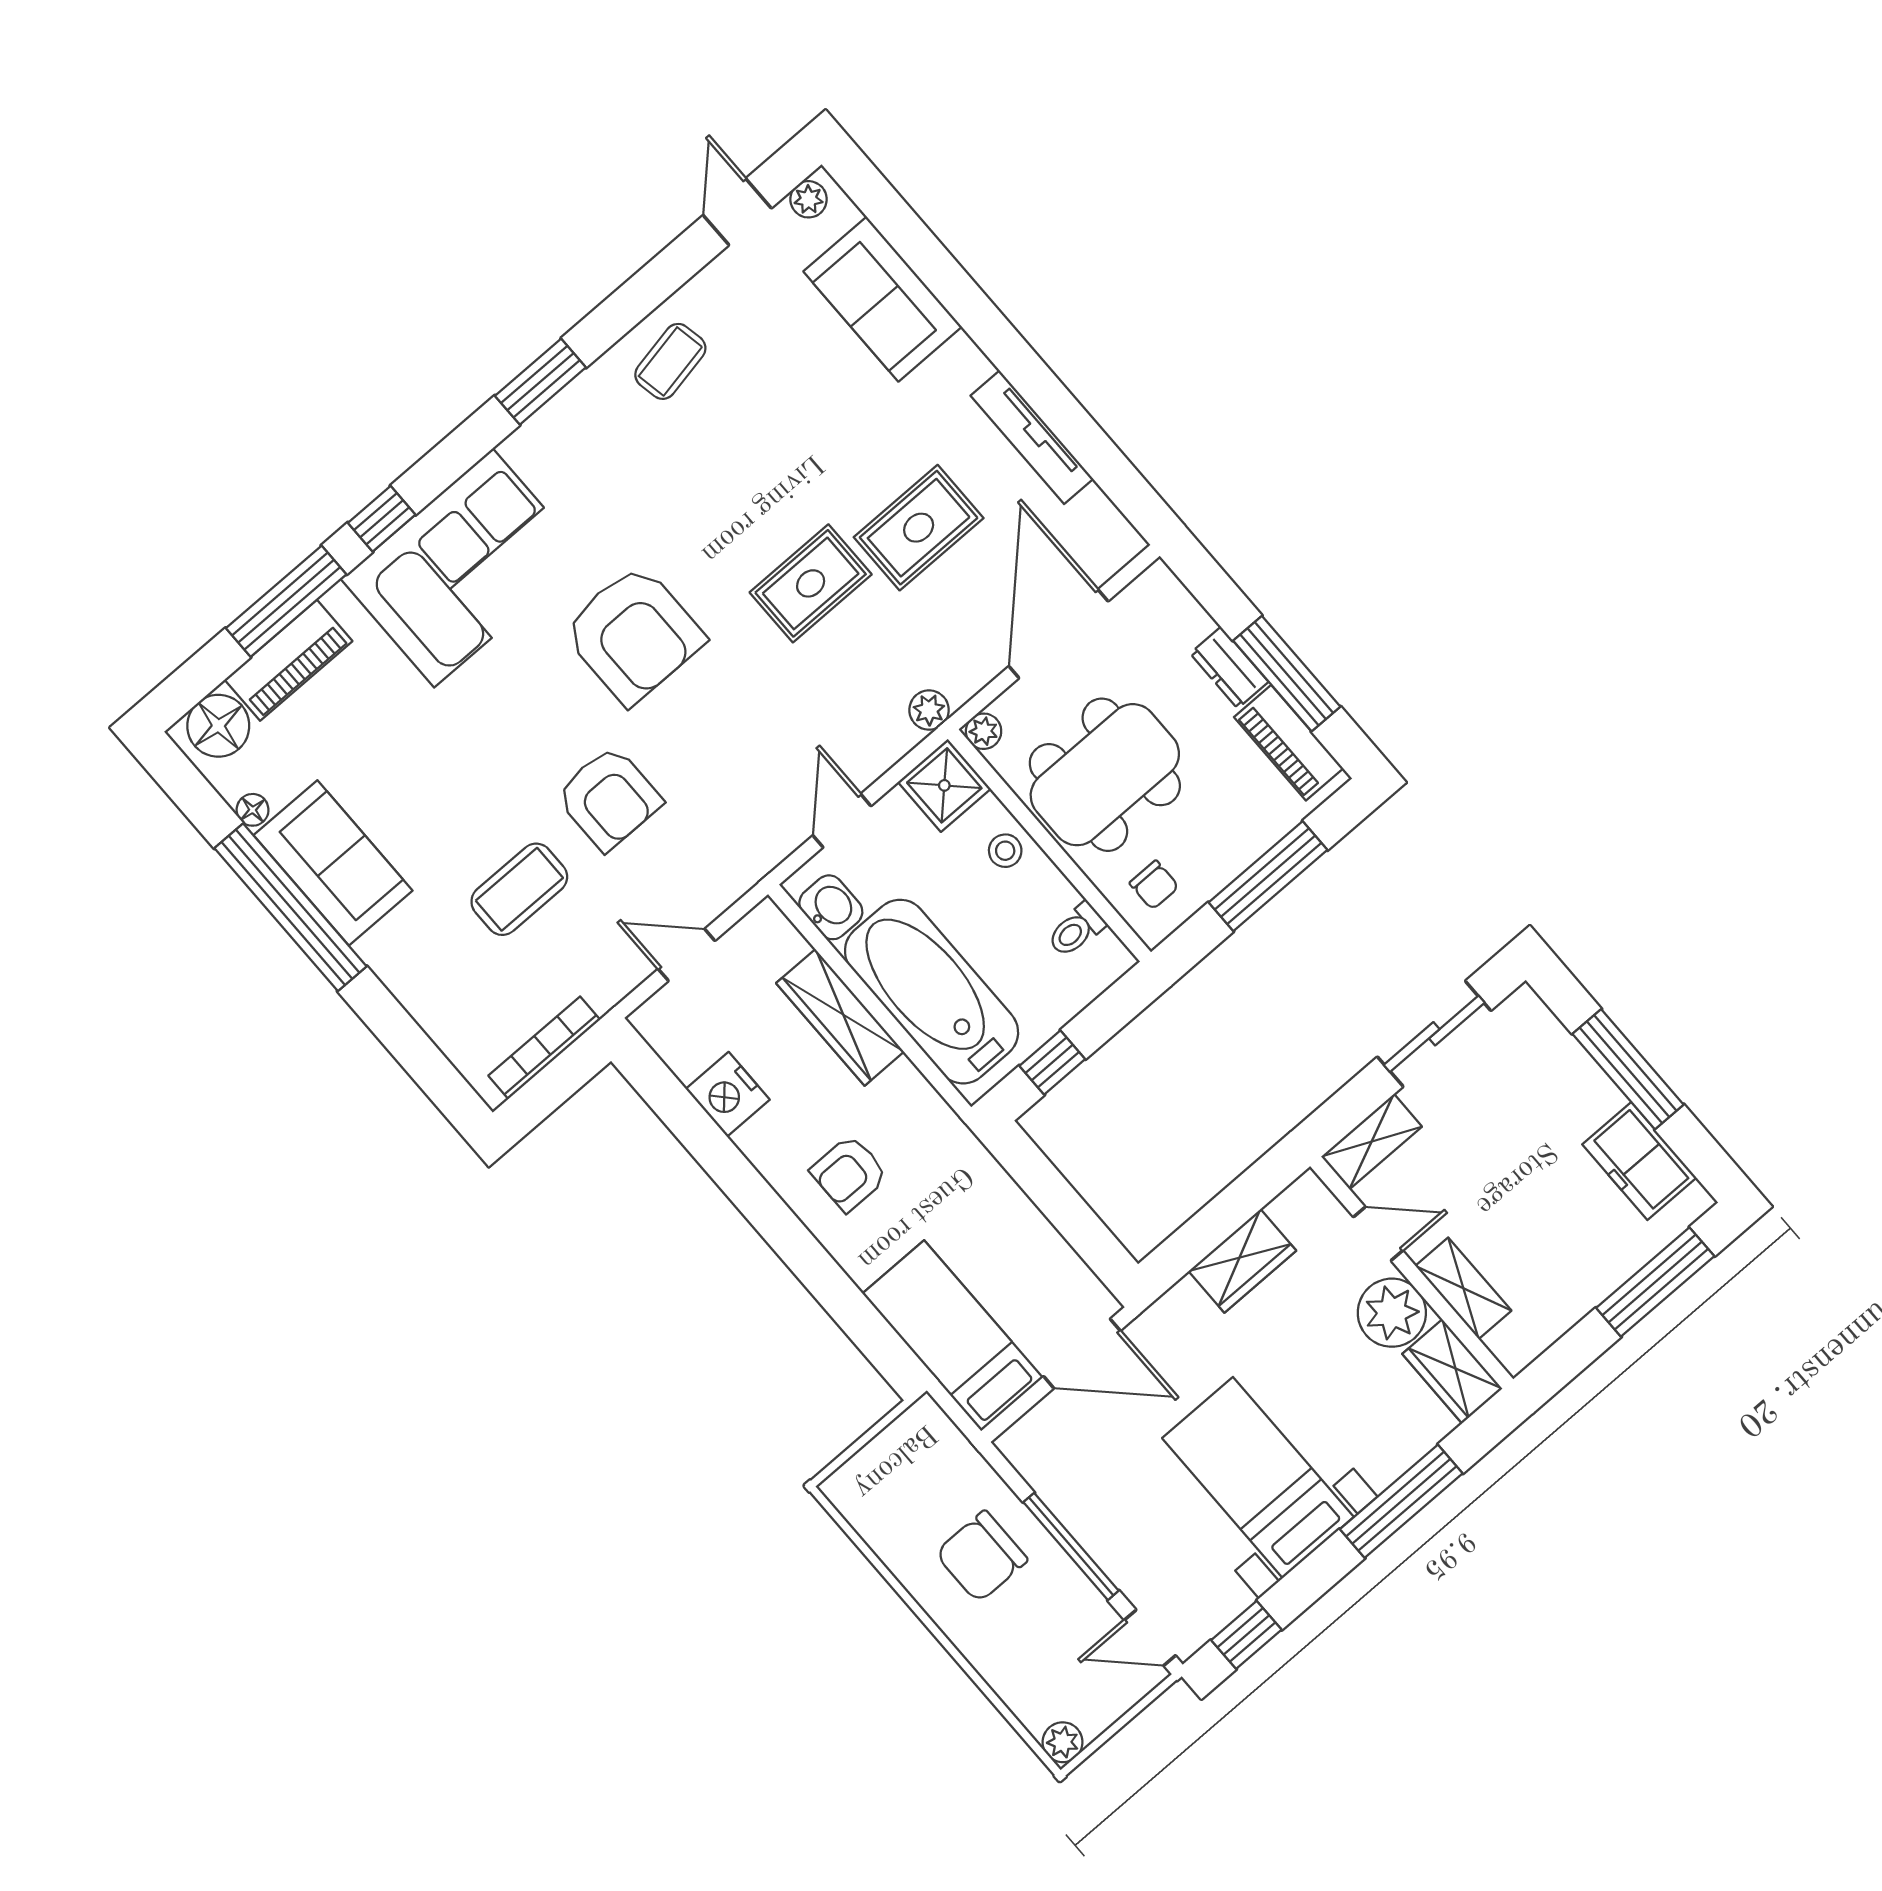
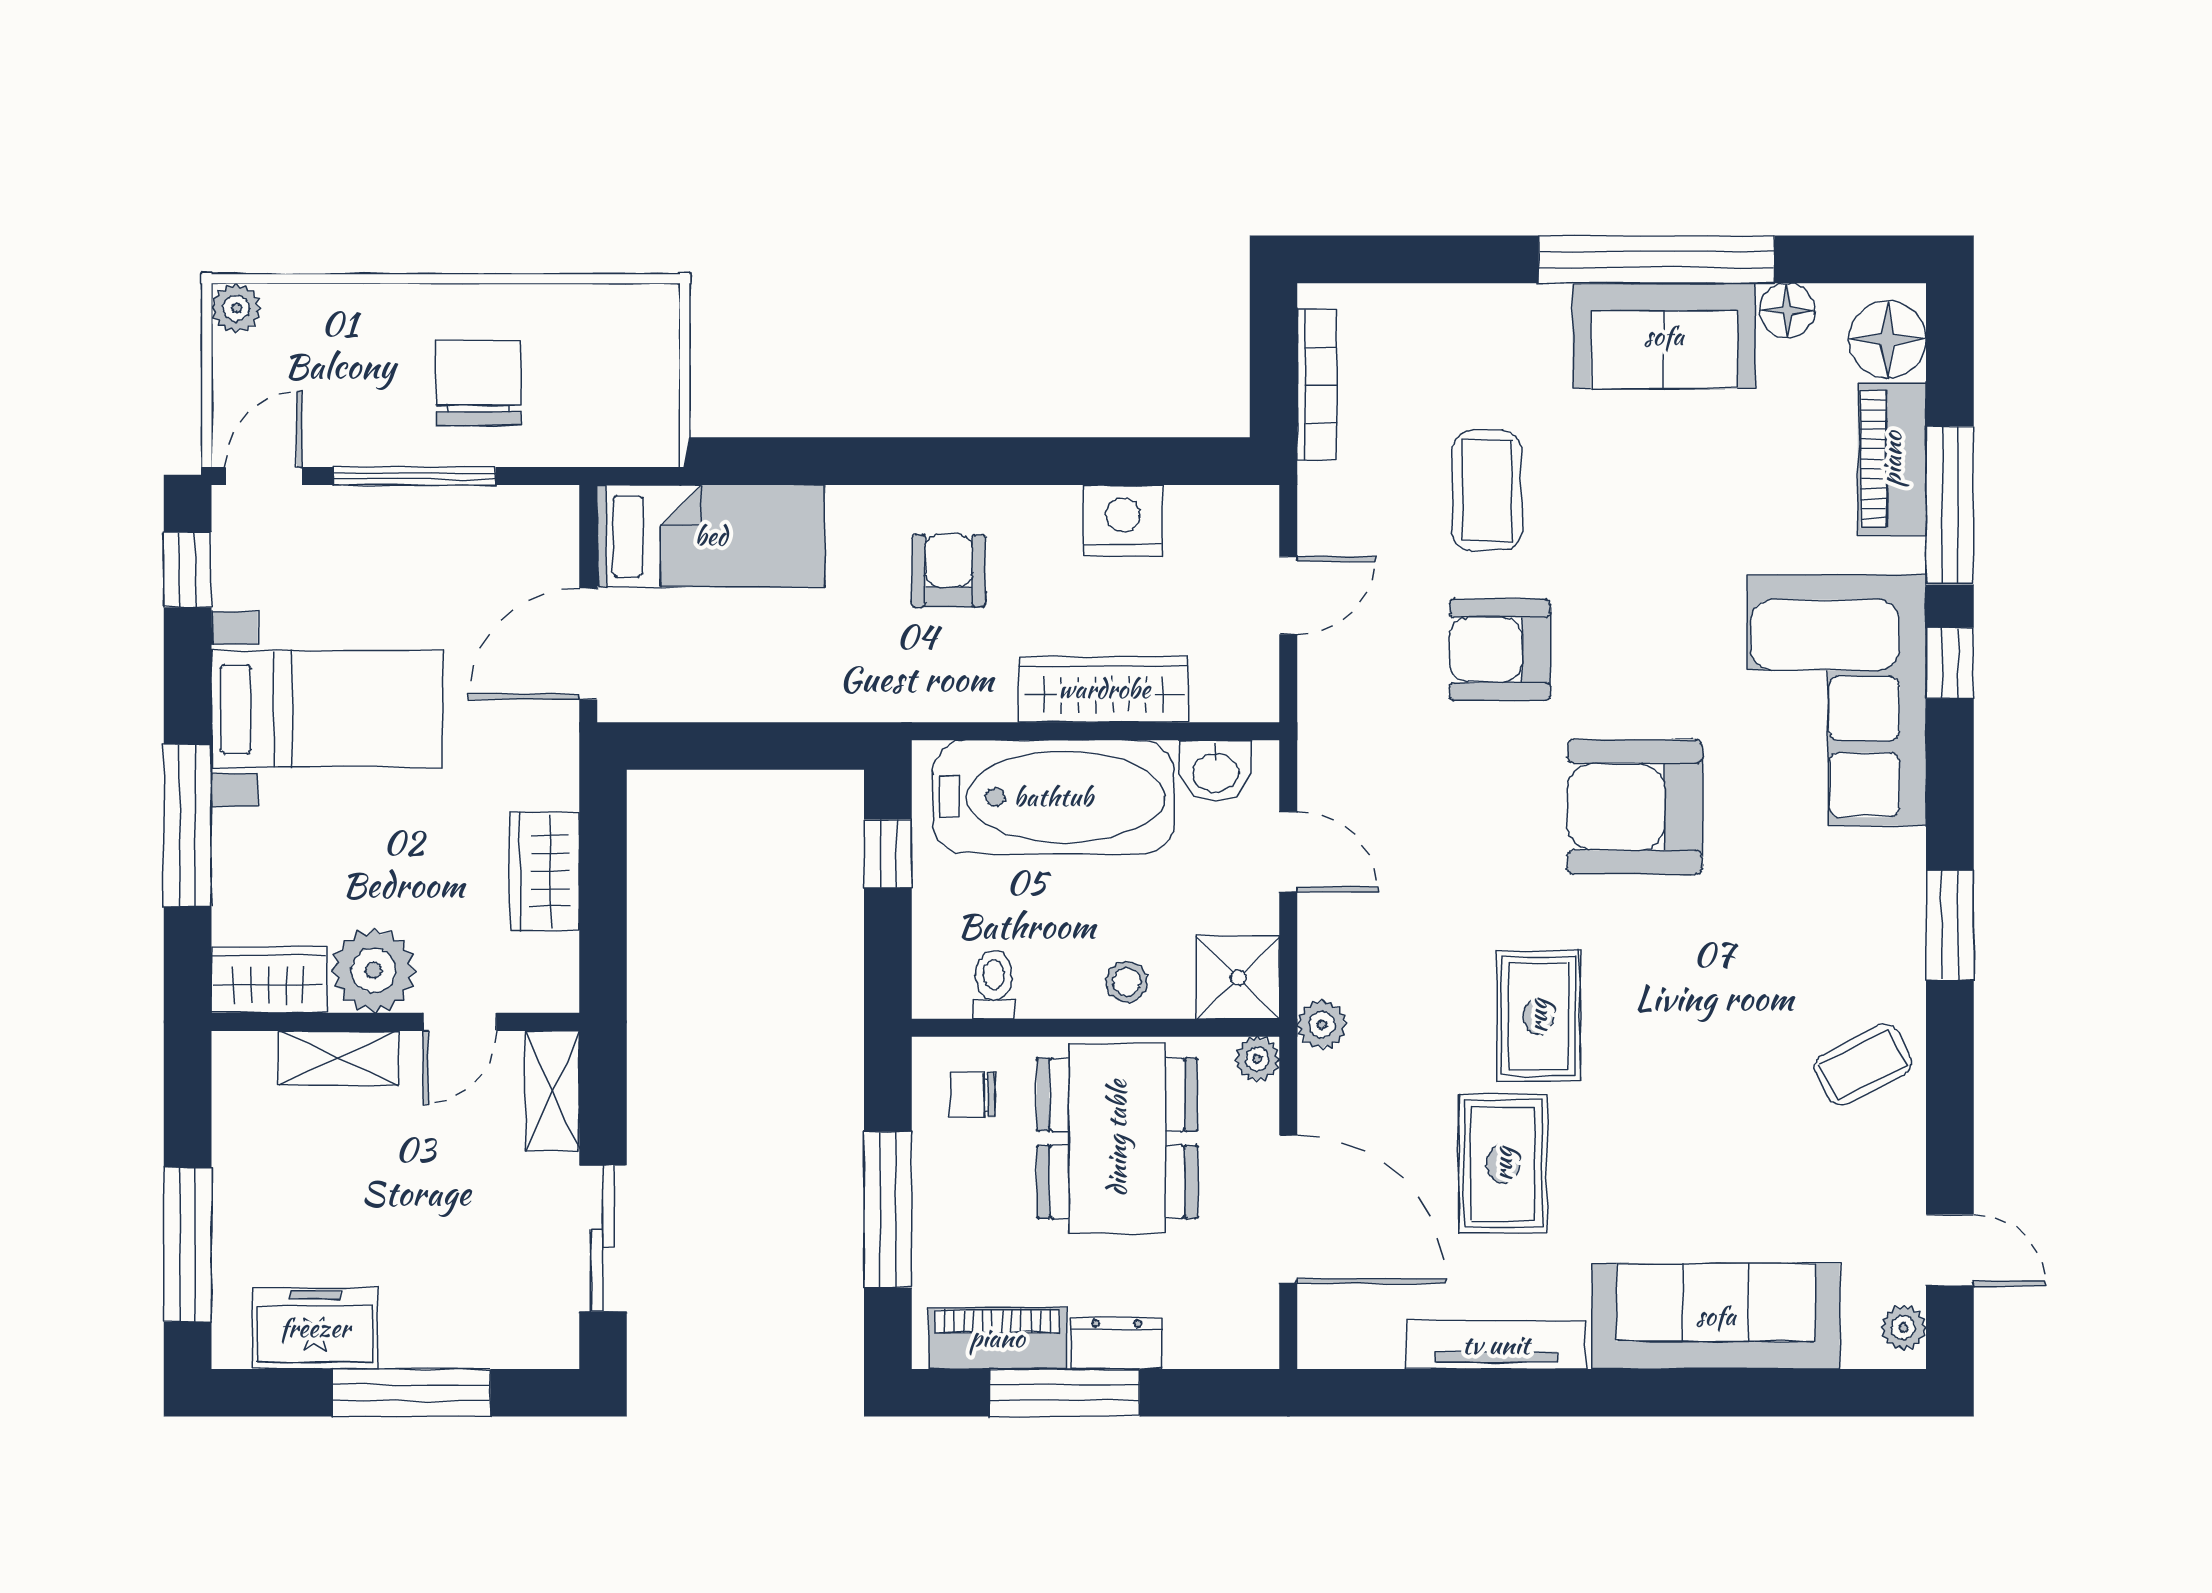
sofa: (883, 299) -> (1716, 1316), width x1.36
coffee table: (670, 361) -> (1863, 1065), turned 74
floor lamp: (253, 810) -> (1787, 310), width x1.37, depth x1.37

